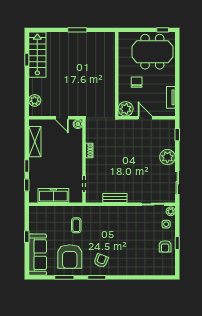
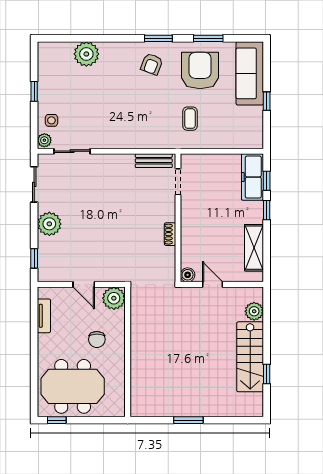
stairs: (37, 55) -> (250, 357), moved
freezer: (53, 196) -> (252, 177), moved, turned 90
bench: (115, 198) -> (154, 161), moved
armchair: (165, 246) -> (53, 86), removed
plant: (143, 267) -> (86, 54), added

